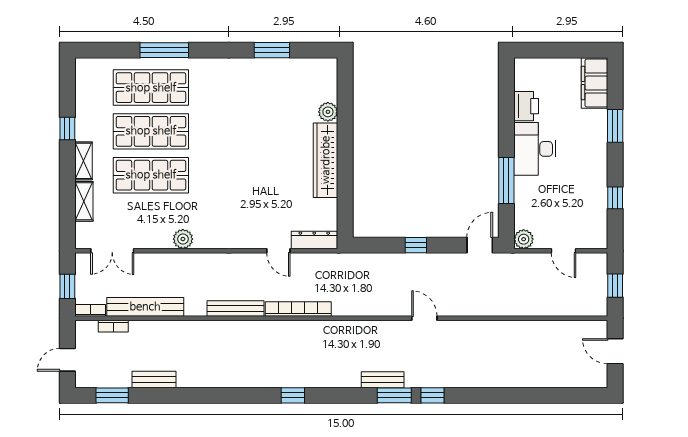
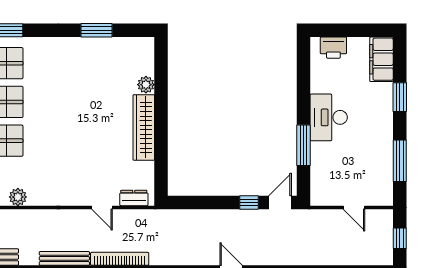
printer: (526, 106) -> (333, 48), moved, turned 90
window: (615, 198) -> (400, 161), width x2.17
plant: (524, 239) -> (319, 197), removed
dresser: (314, 240) -> (134, 198), width x0.70
window: (416, 245) -> (249, 202), moved

